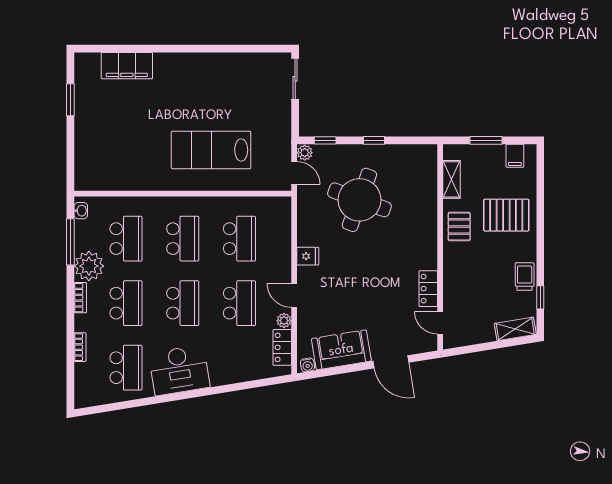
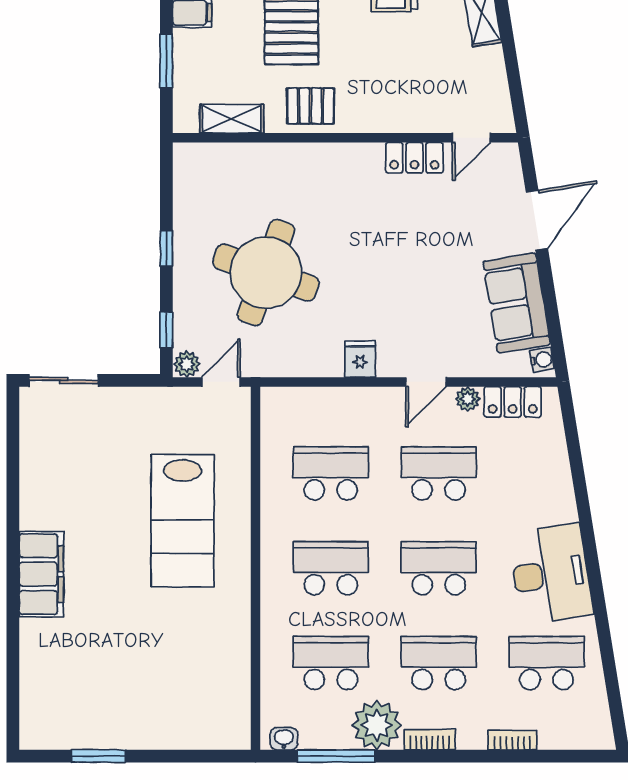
filing cabinet: (127, 66) -> (41, 574), moved

